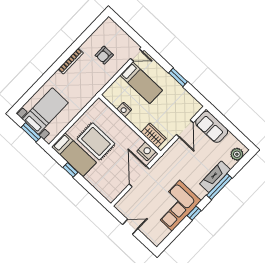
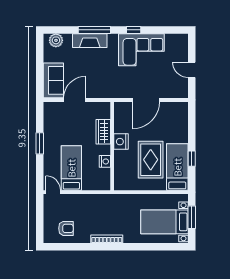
armchair: (104, 55) -> (66, 228), moved
wardrobe: (154, 135) -> (103, 132), moved
nightstand: (146, 151) -> (121, 142), moved

